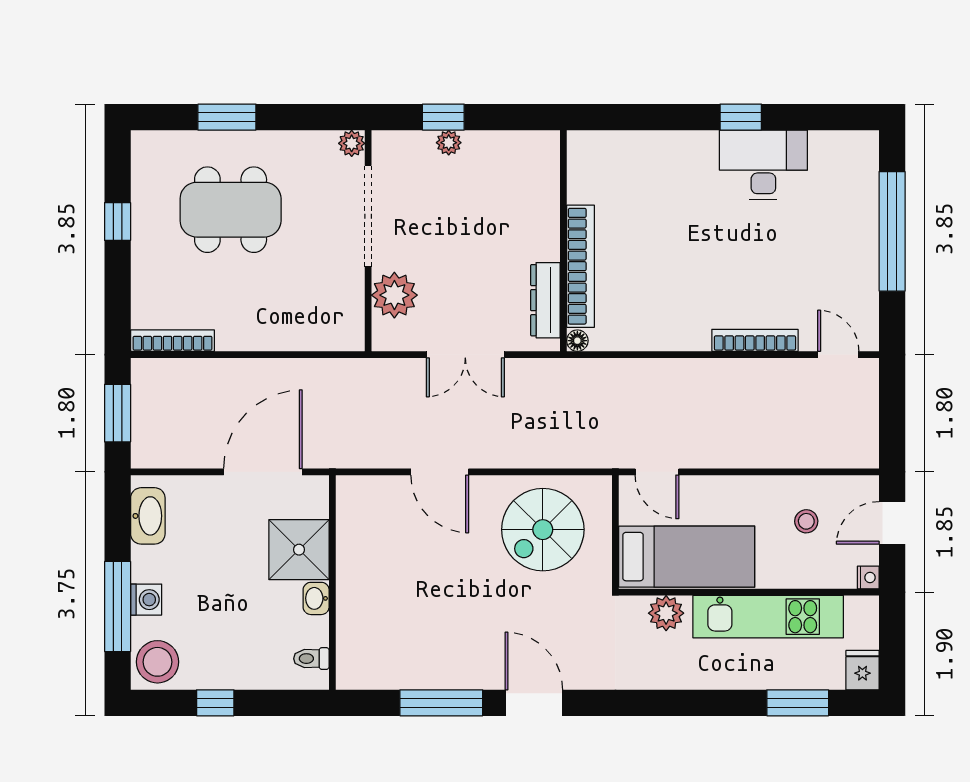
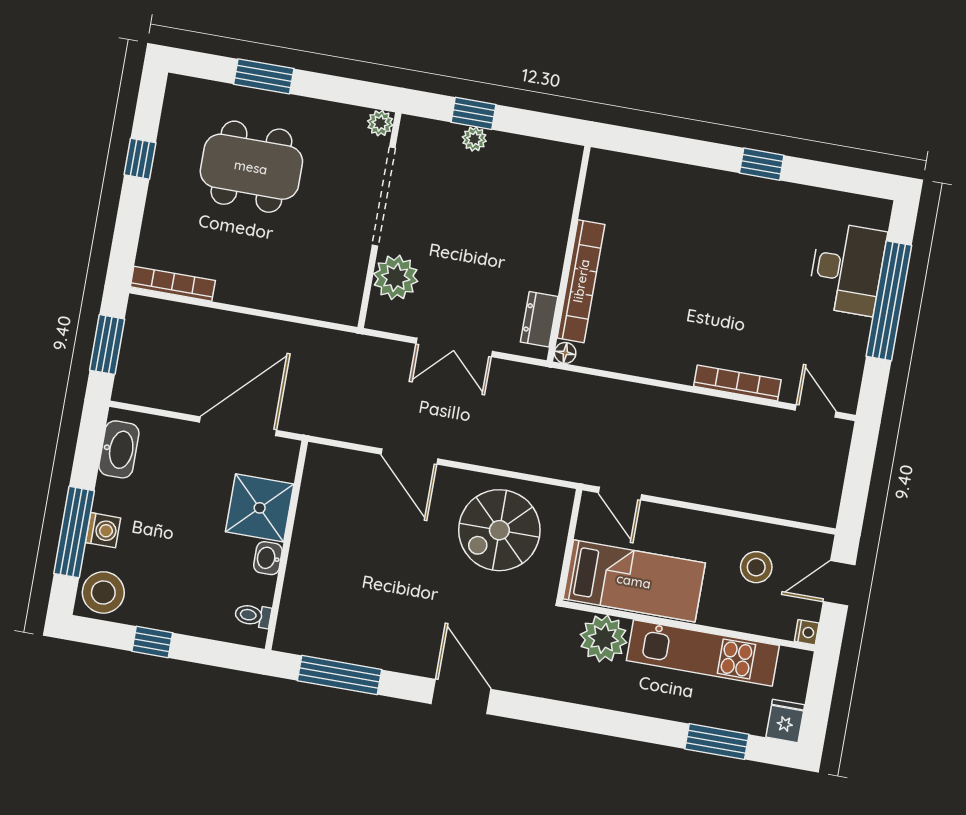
desk: (763, 165) -> (847, 269), moved, turned 90
dresser: (545, 300) -> (539, 319), width x0.70
stool: (806, 521) -> (756, 567), width x1.37, depth x1.37
plant: (666, 613) -> (603, 638), width x1.36, depth x1.36
window: (441, 703) -> (339, 675), moved

